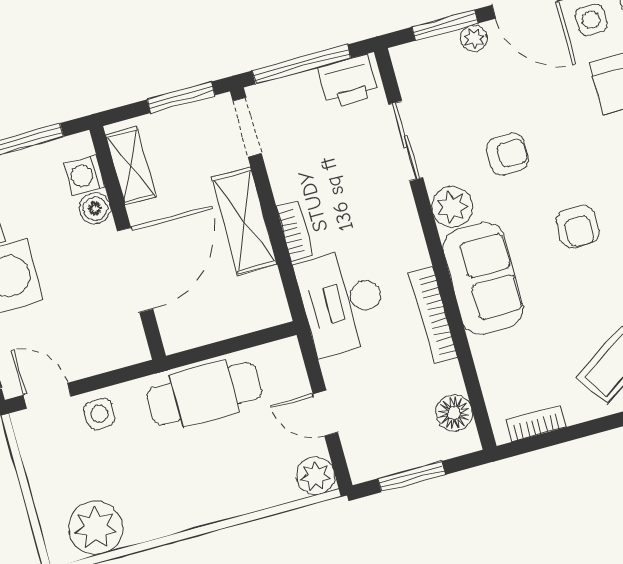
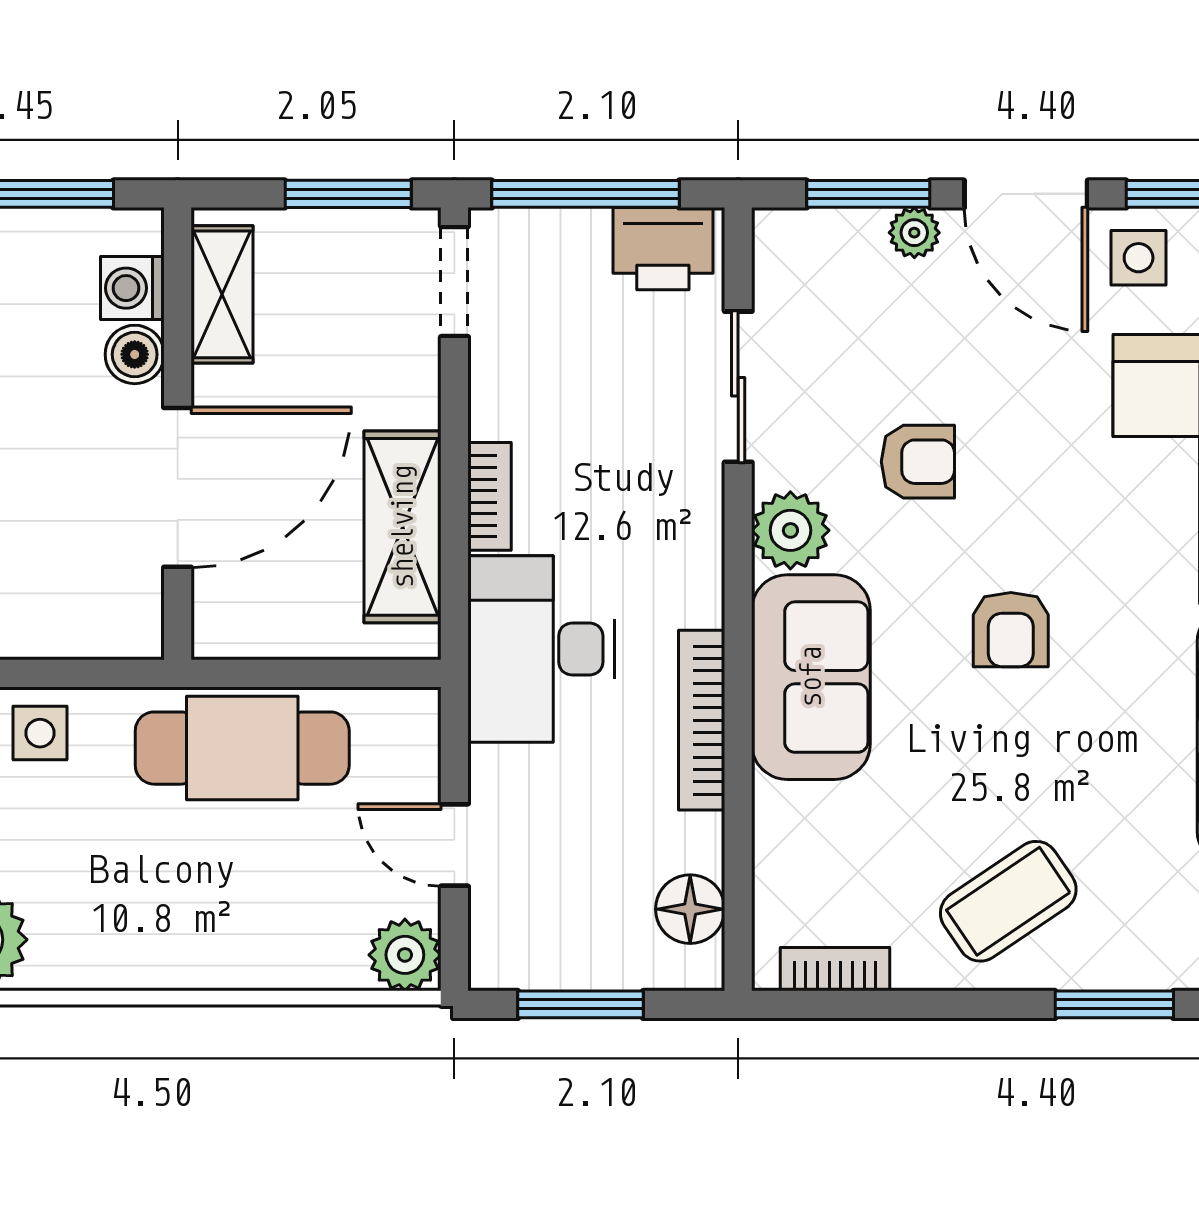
shelving: (244, 221) -> (403, 527), moved

